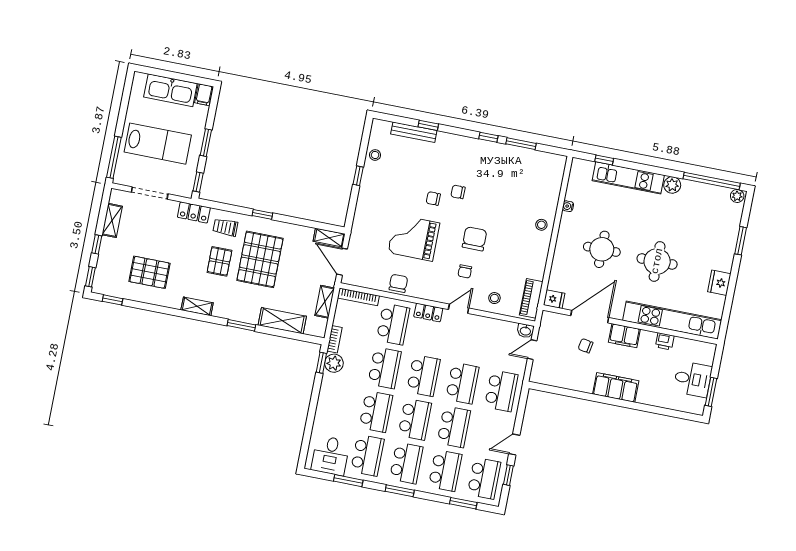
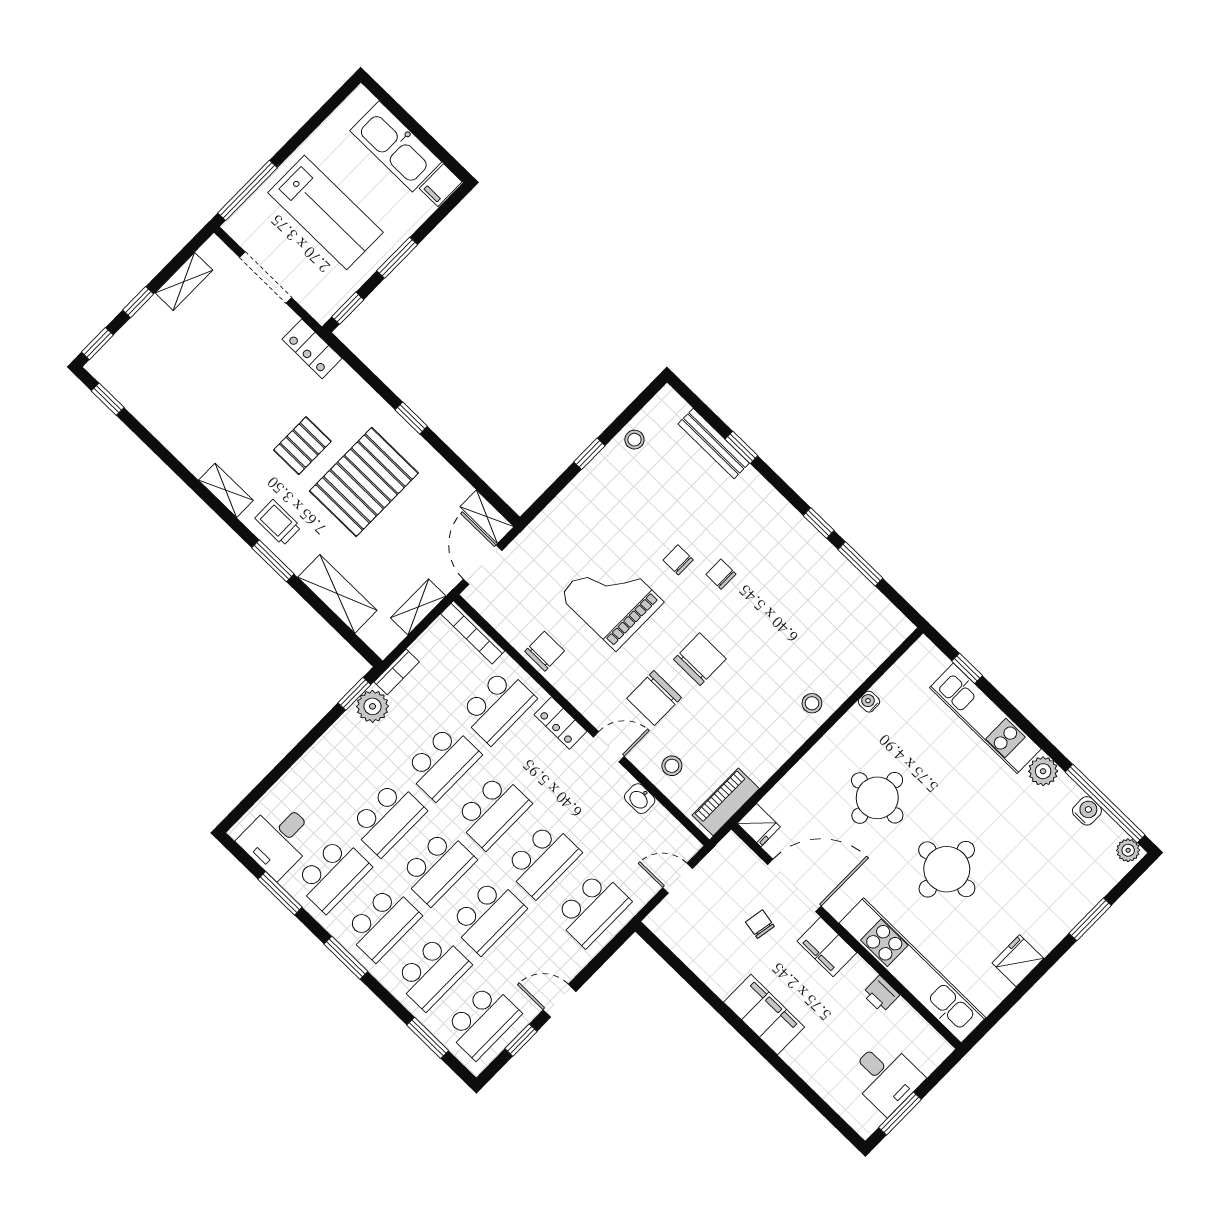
water cooler: (705, 190) -> (1087, 811), added
trolley: (225, 227) -> (278, 523), moved
chair: (465, 271) -> (654, 698), width x1.87, depth x1.87
pallet: (149, 272) -> (189, 394), removed
washbasin: (525, 331) -> (640, 799), moved

